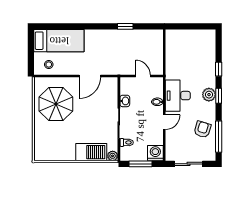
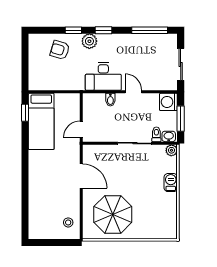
window: (125, 26) -> (25, 113), moved
bed: (59, 41) -> (41, 121), moved, turned 180
door: (143, 76) -> (81, 129), moved
plant: (209, 95) -> (89, 41), moved
washbasin: (125, 101) -> (169, 136), moved
armchair: (202, 129) -> (60, 50), moved
barbecue: (91, 152) -> (171, 183), width x0.53, depth x0.65

